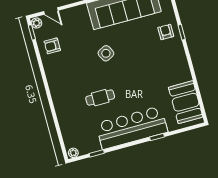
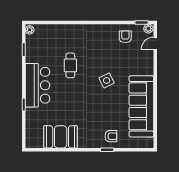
booth: (186, 102) -> (61, 137), moved
bar counter: (132, 128) -> (38, 85), width x0.73

